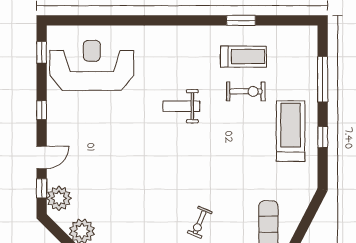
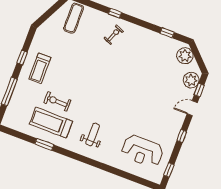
treadmill: (243, 57) -> (51, 123), width x1.37, depth x1.38
reception desk: (92, 65) -> (142, 151), width x0.74, depth x0.77
weight bench: (181, 106) -> (93, 134), moved, turned -90
treadmill: (291, 131) -> (40, 68), width x0.73, depth x0.73

